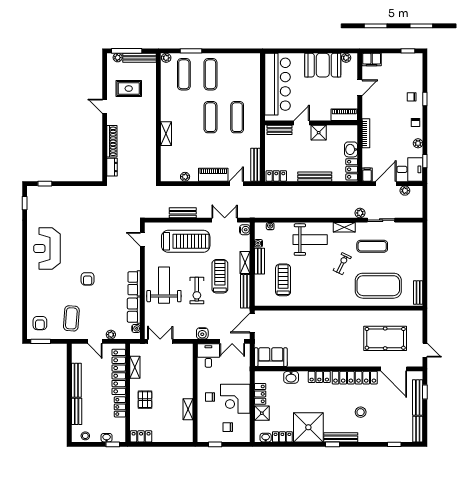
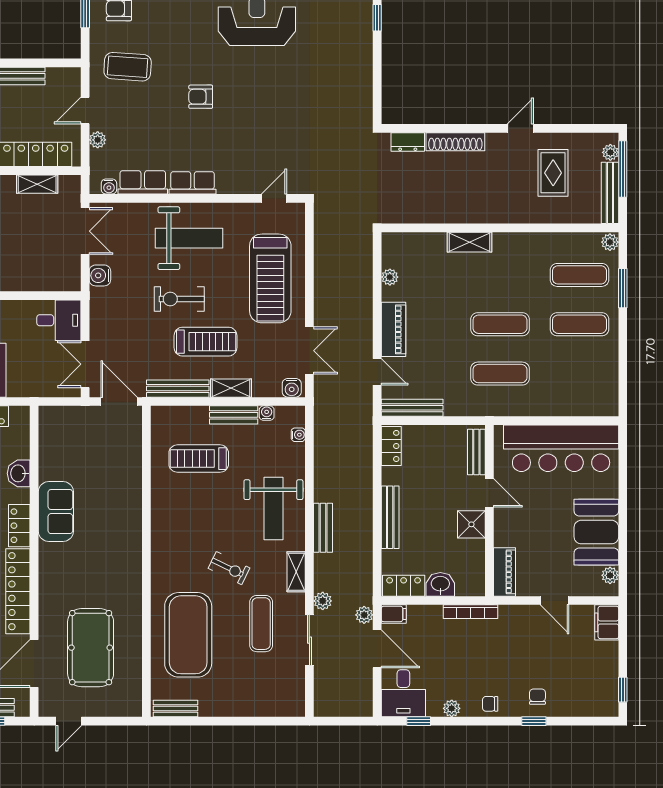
plant: (405, 191) -> (364, 615), moved
bench: (183, 213) -> (323, 528), moved
treadmill: (283, 280) -> (199, 459), turned 180
water cooler: (202, 333) -> (100, 275), moved
sofa: (271, 357) -> (56, 512), moved

